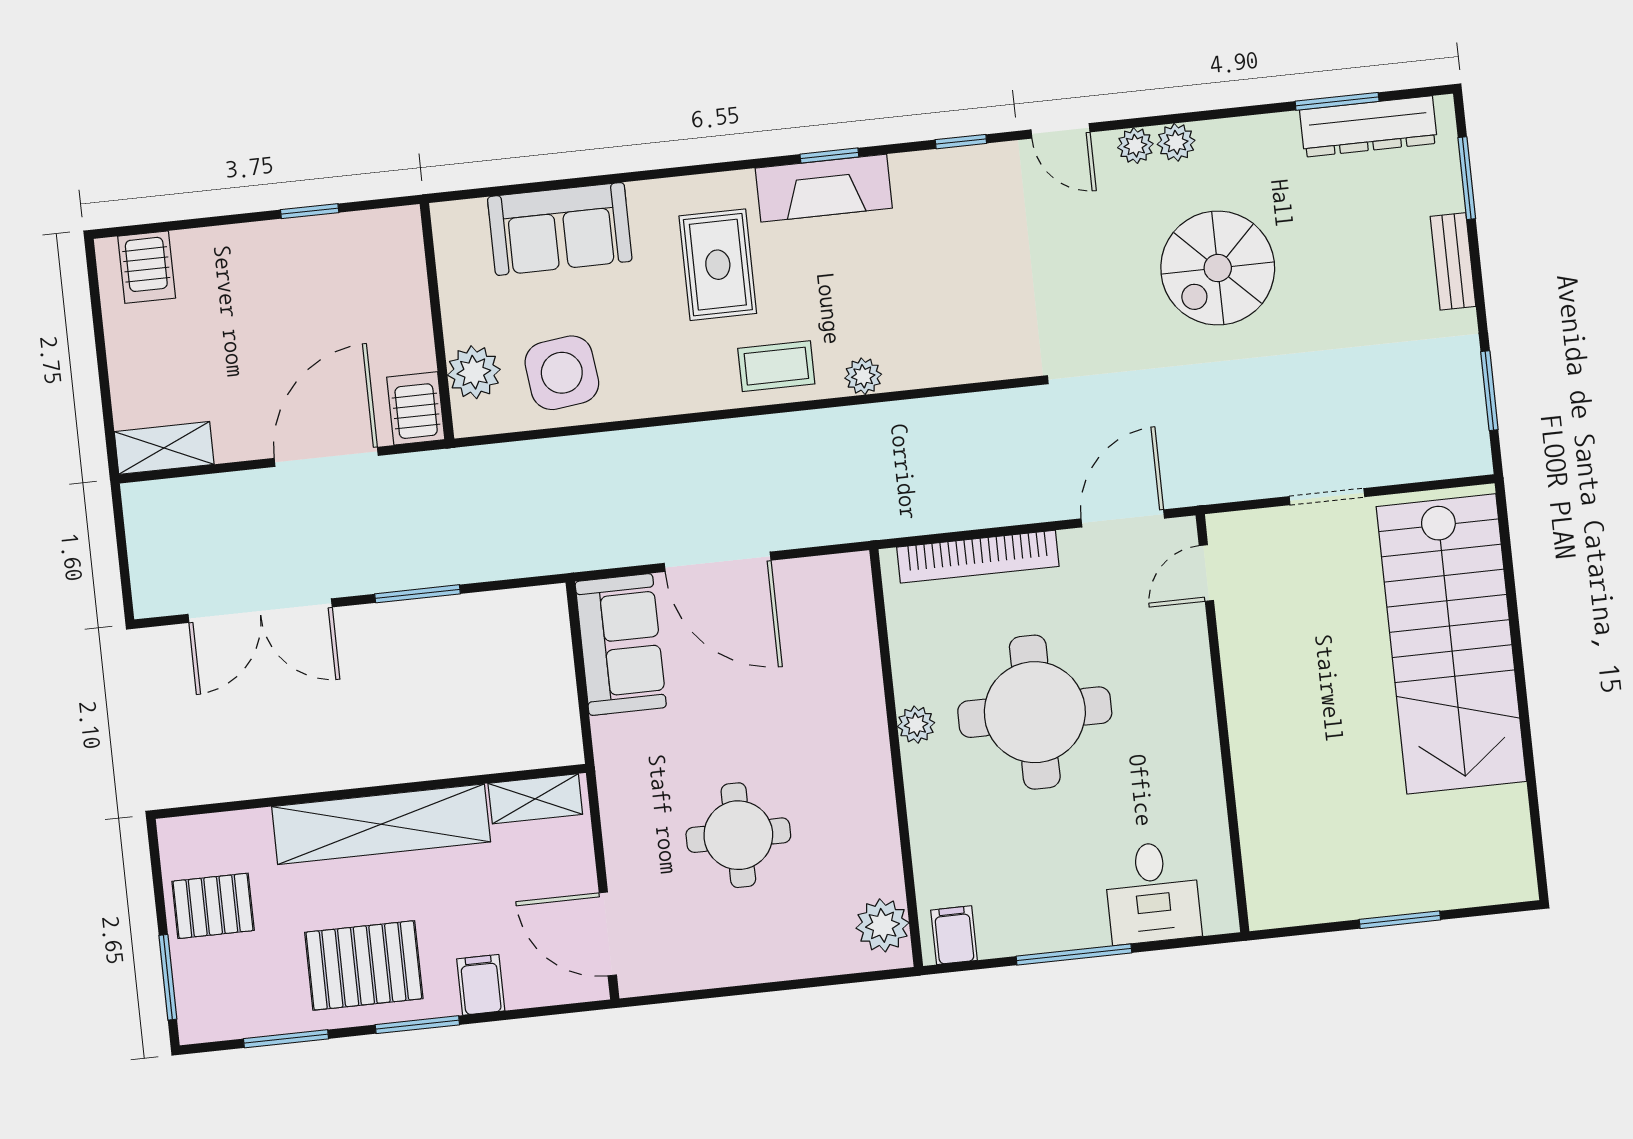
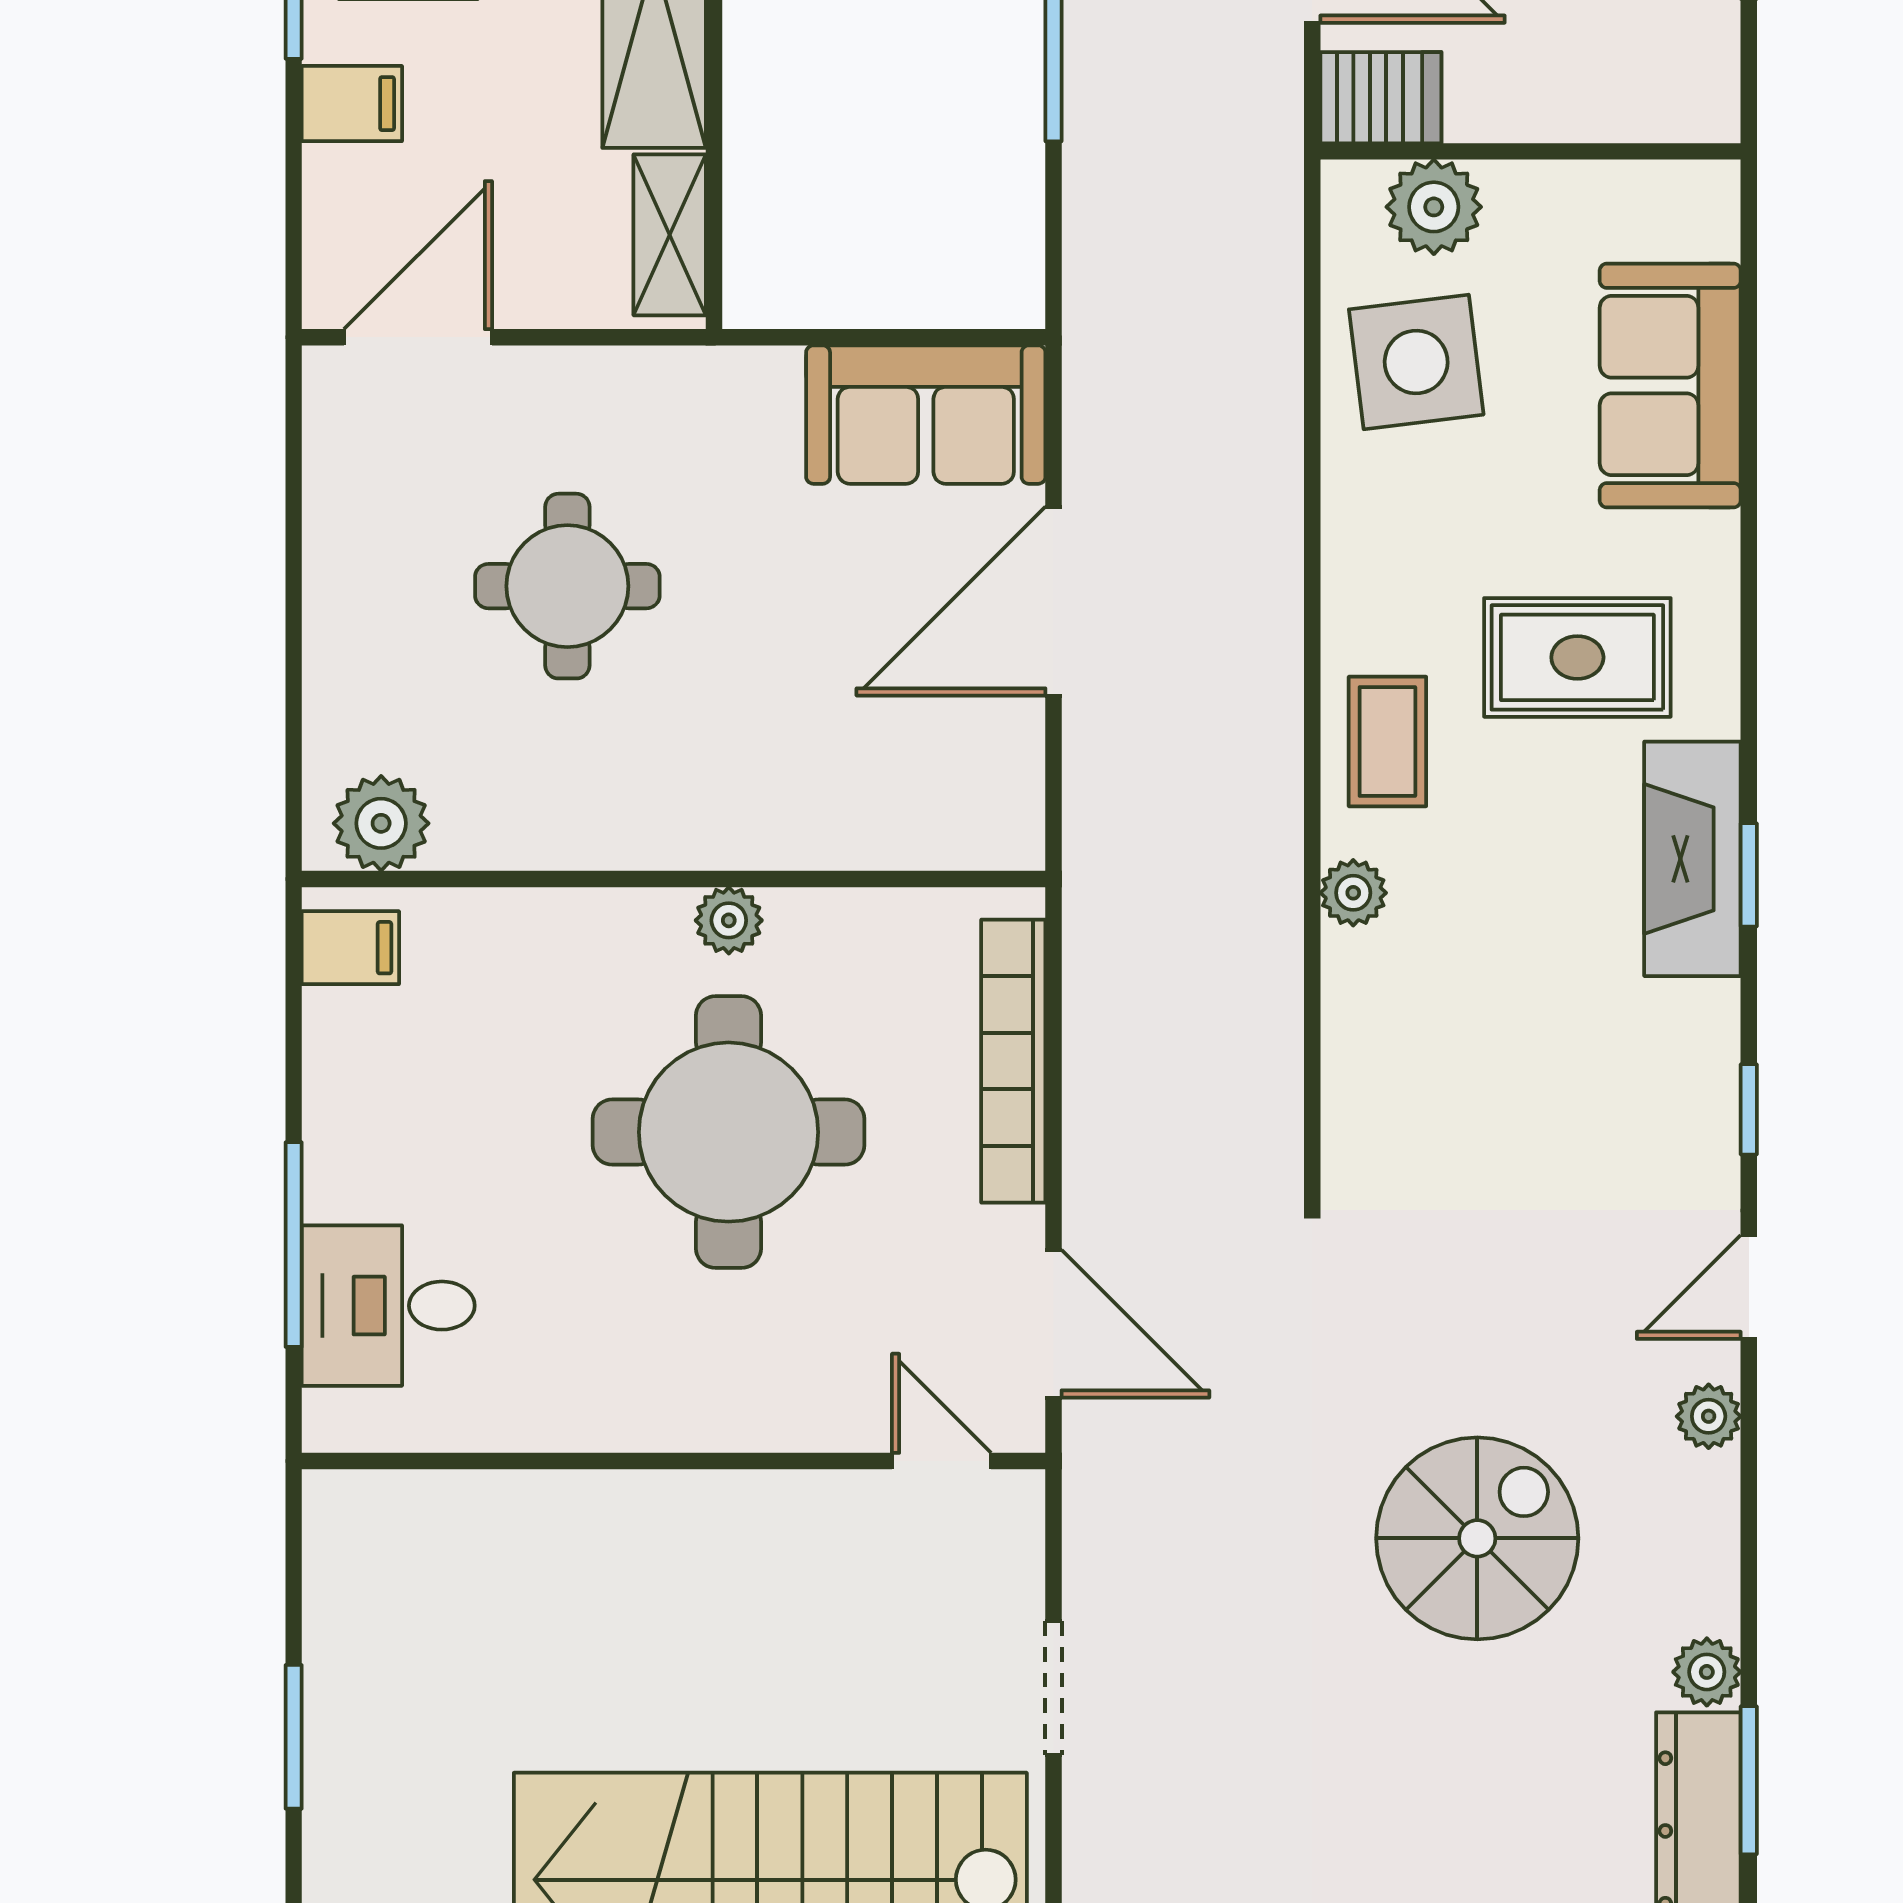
plant: (1176, 142) -> (1707, 1672), moved
spiral stairs: (1218, 268) -> (1477, 1538), turned 90
window: (1074, 955) -> (294, 1245), moved

